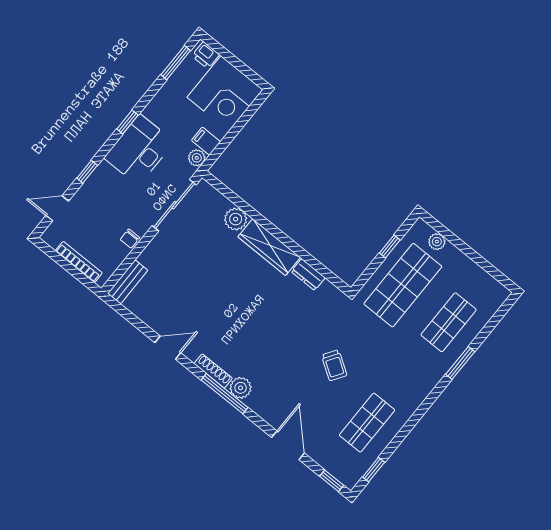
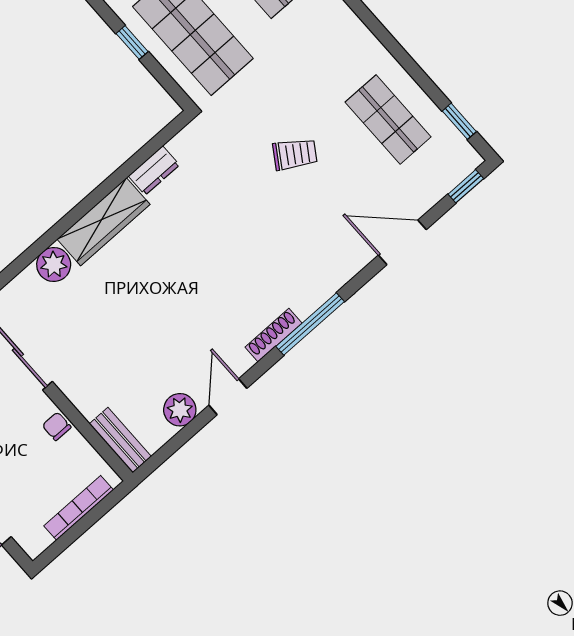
chair: (130, 239) -> (57, 426), turned 180
plant: (241, 388) -> (180, 410), moved

